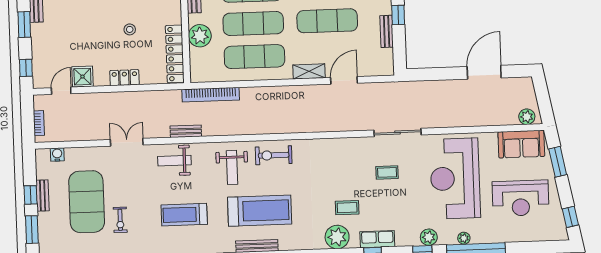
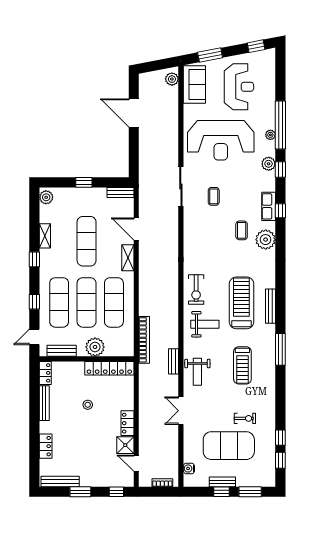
bench: (387, 31) -> (120, 192), moved
locker: (124, 78) -> (127, 423), moved

